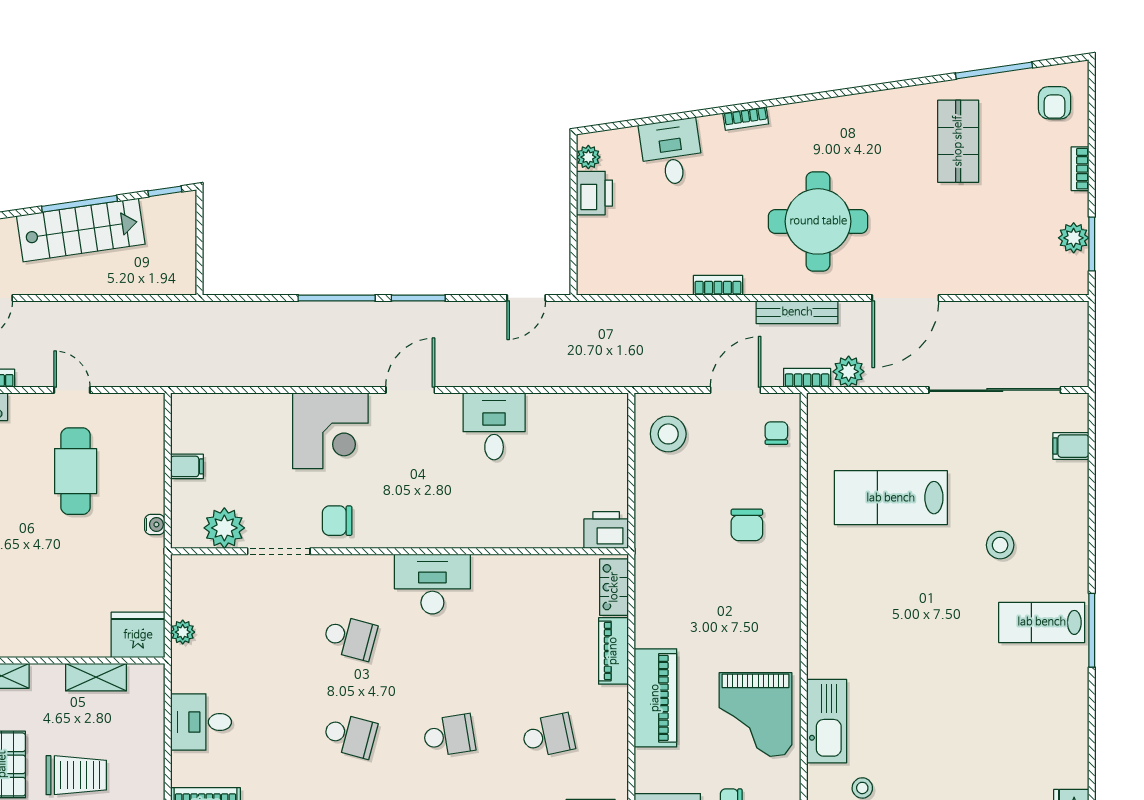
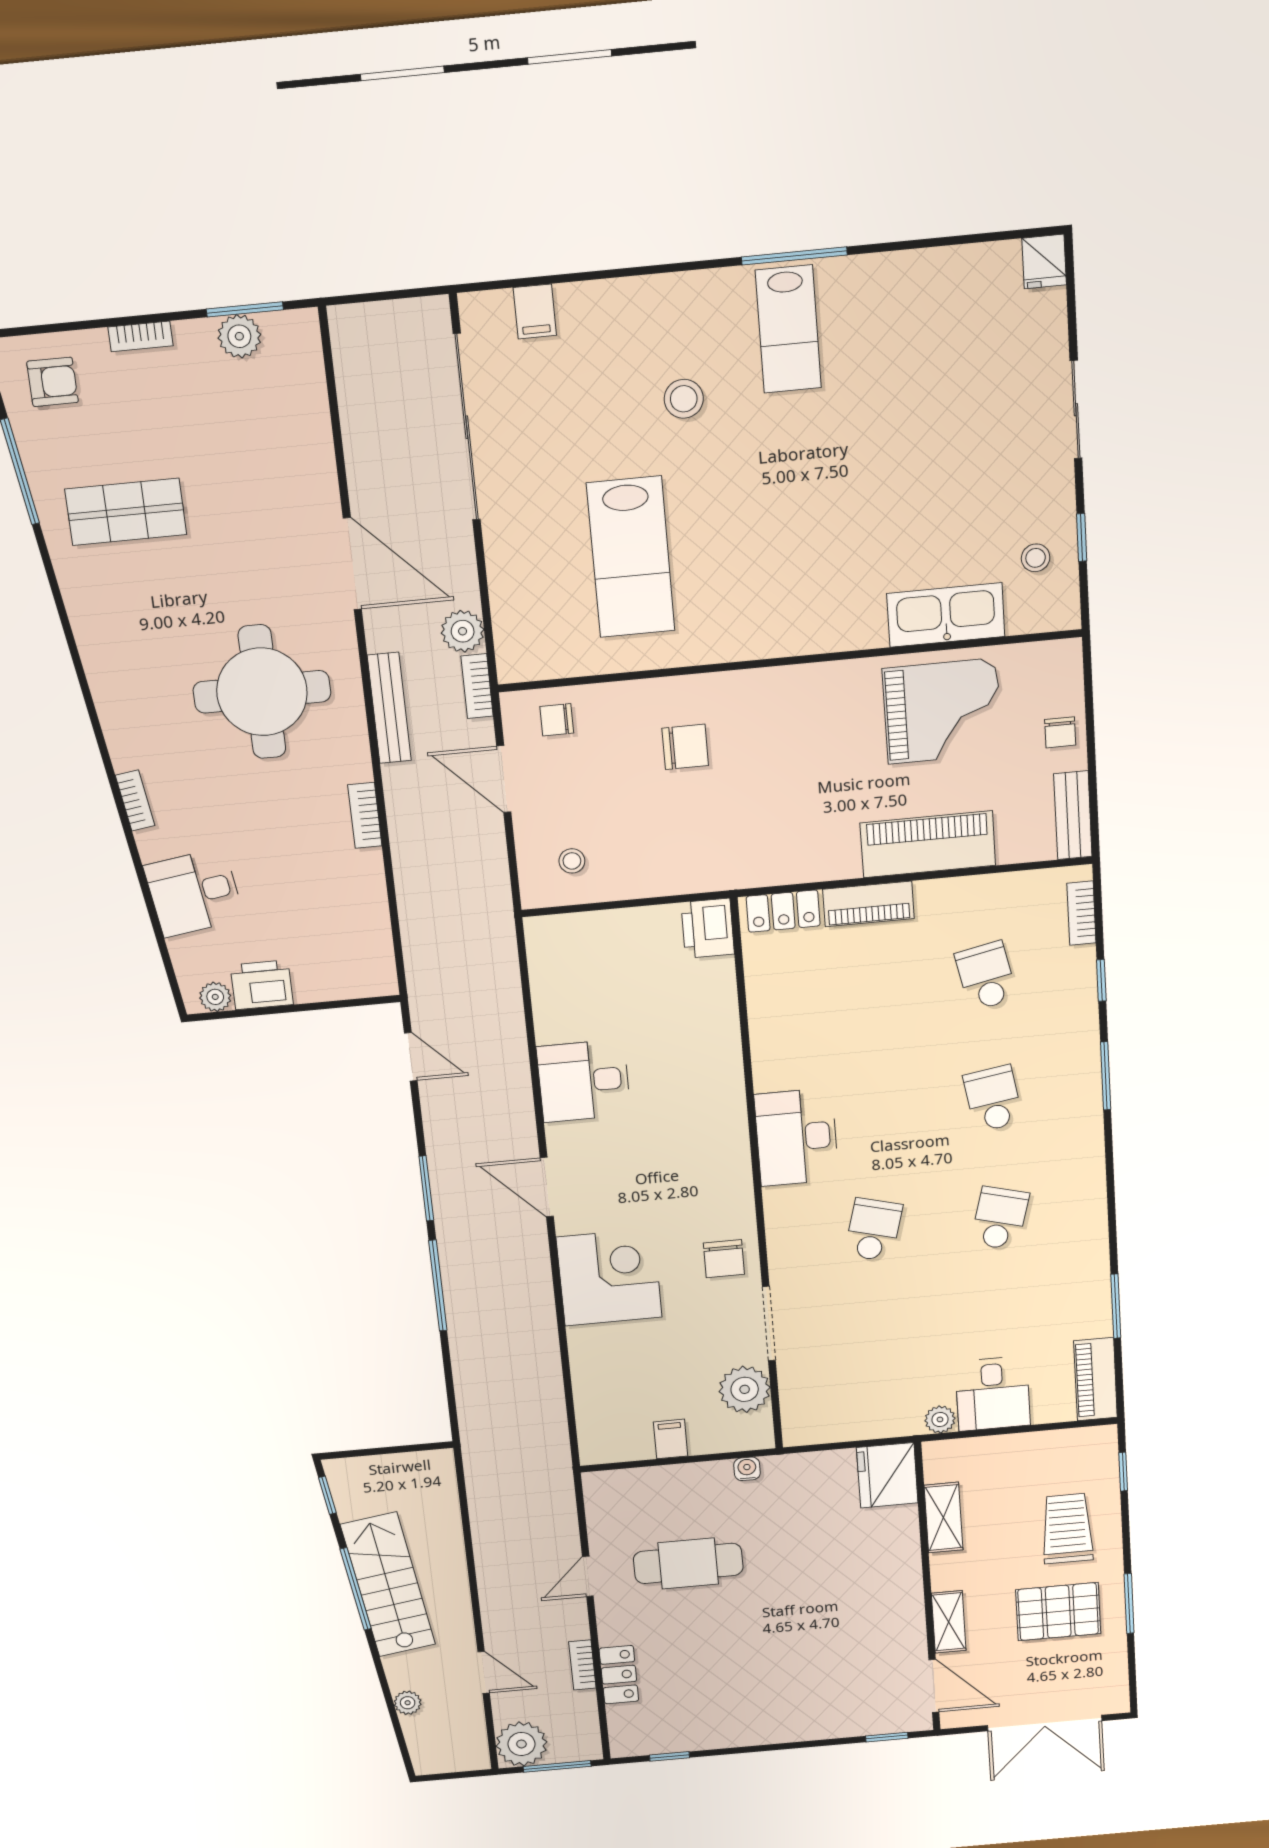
stool: (668, 434) -> (572, 861), width x0.53, depth x0.53
plant: (183, 632) -> (940, 1419), moved

